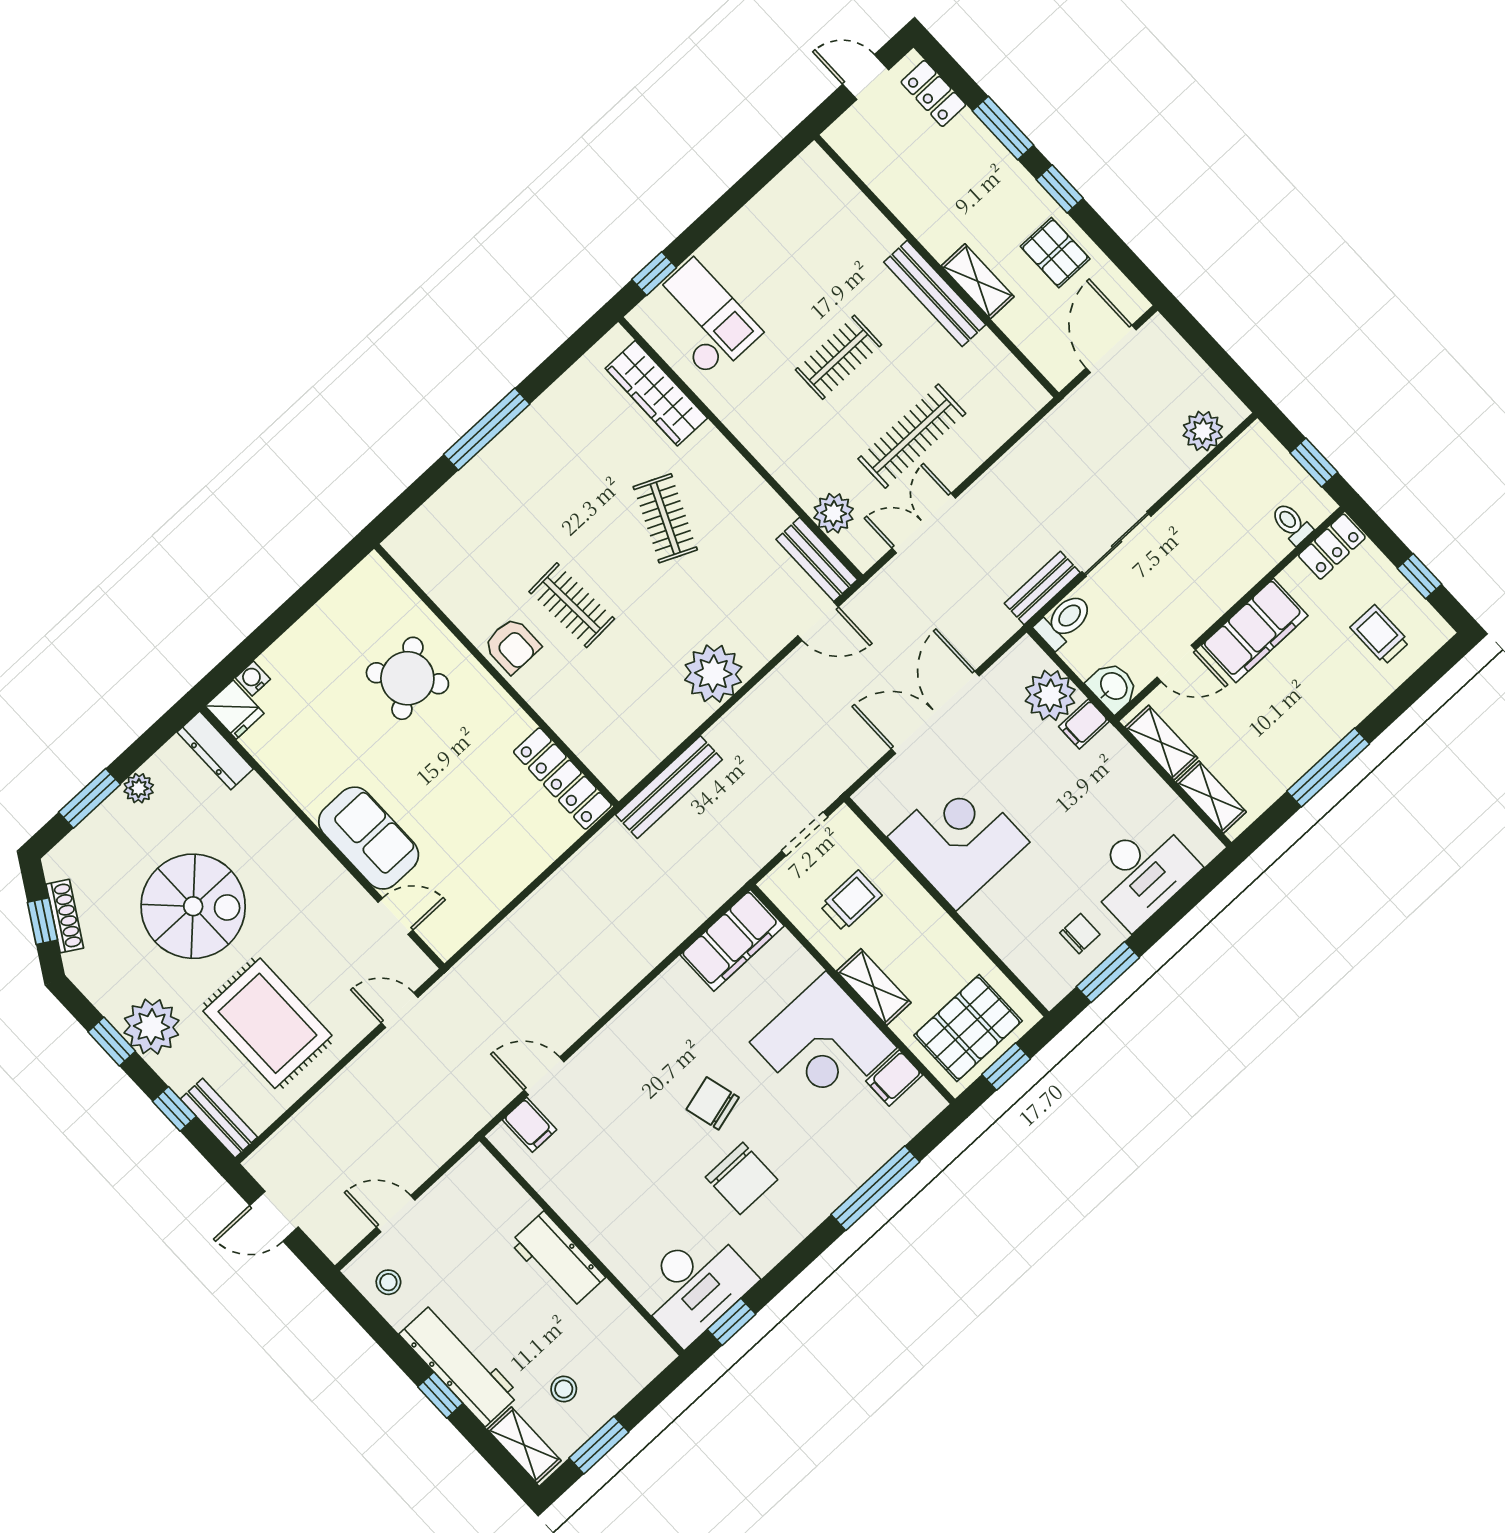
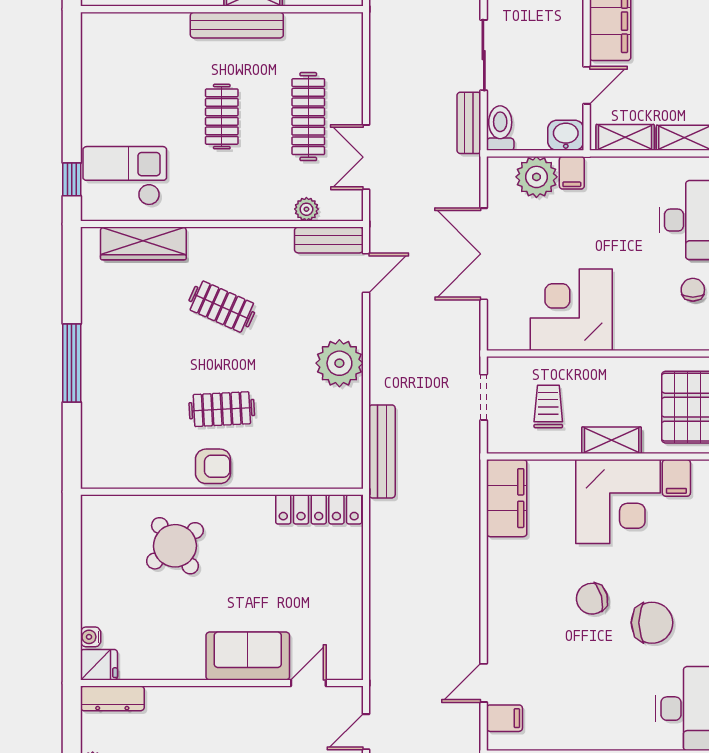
plant: (834, 513) -> (306, 209), width x0.73, depth x0.73

